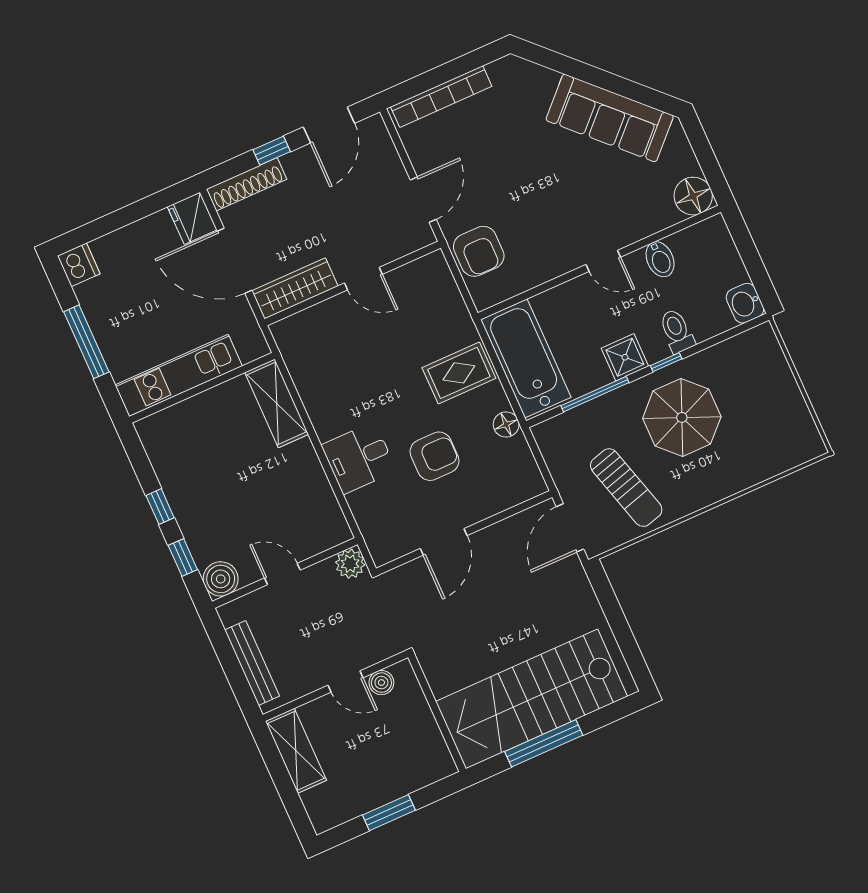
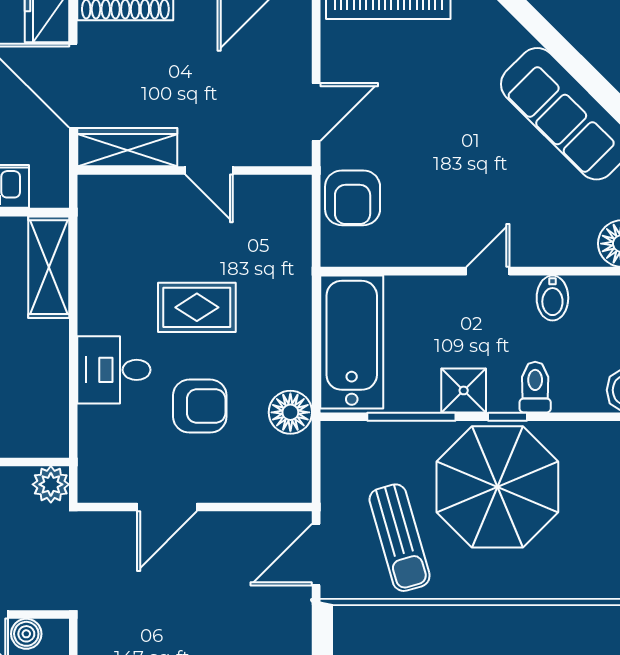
door: (603, 261) -> (488, 271), swing flipped
rug: (459, 373) -> (197, 307), moved
parasol: (682, 417) -> (497, 487), width x1.36, depth x1.36
floor lamp: (506, 424) -> (290, 412), width x1.38, depth x1.38

